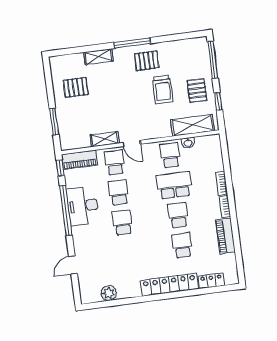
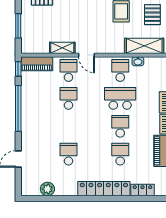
desk: (83, 206) -> (34, 106), removed
school desk: (122, 223) -> (68, 154), moved

